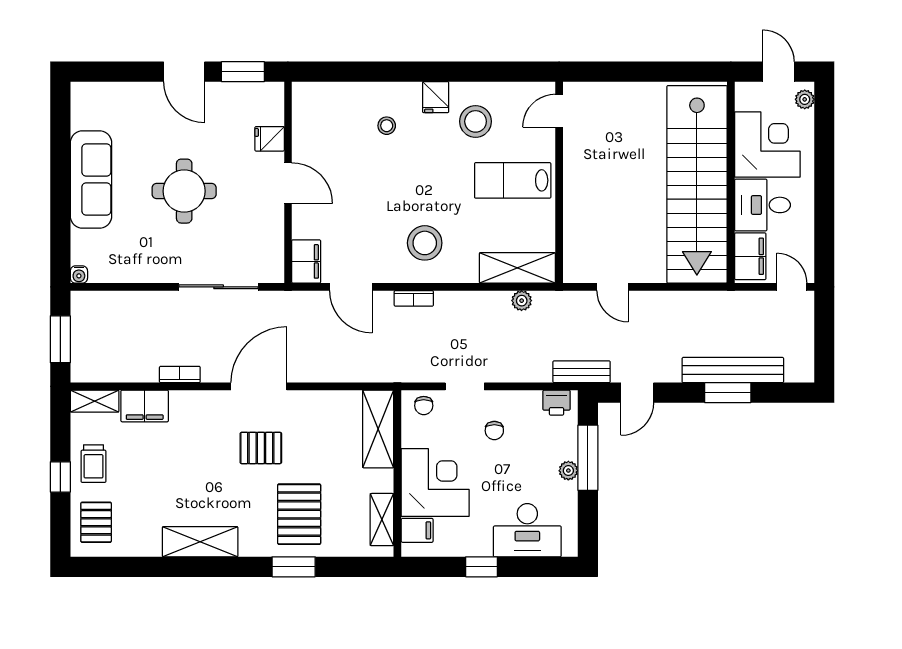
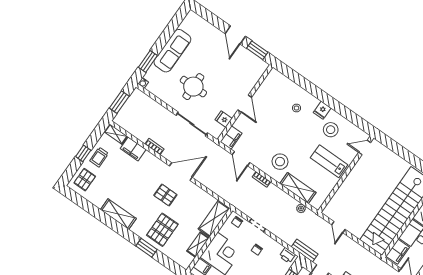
fridge: (270, 139) -> (224, 119), moved
round table: (184, 191) -> (193, 87), moved
window: (60, 230) -> (148, 61), added
shelving: (517, 268) -> (298, 188), moved
shelving: (382, 520) -> (198, 245), moved

